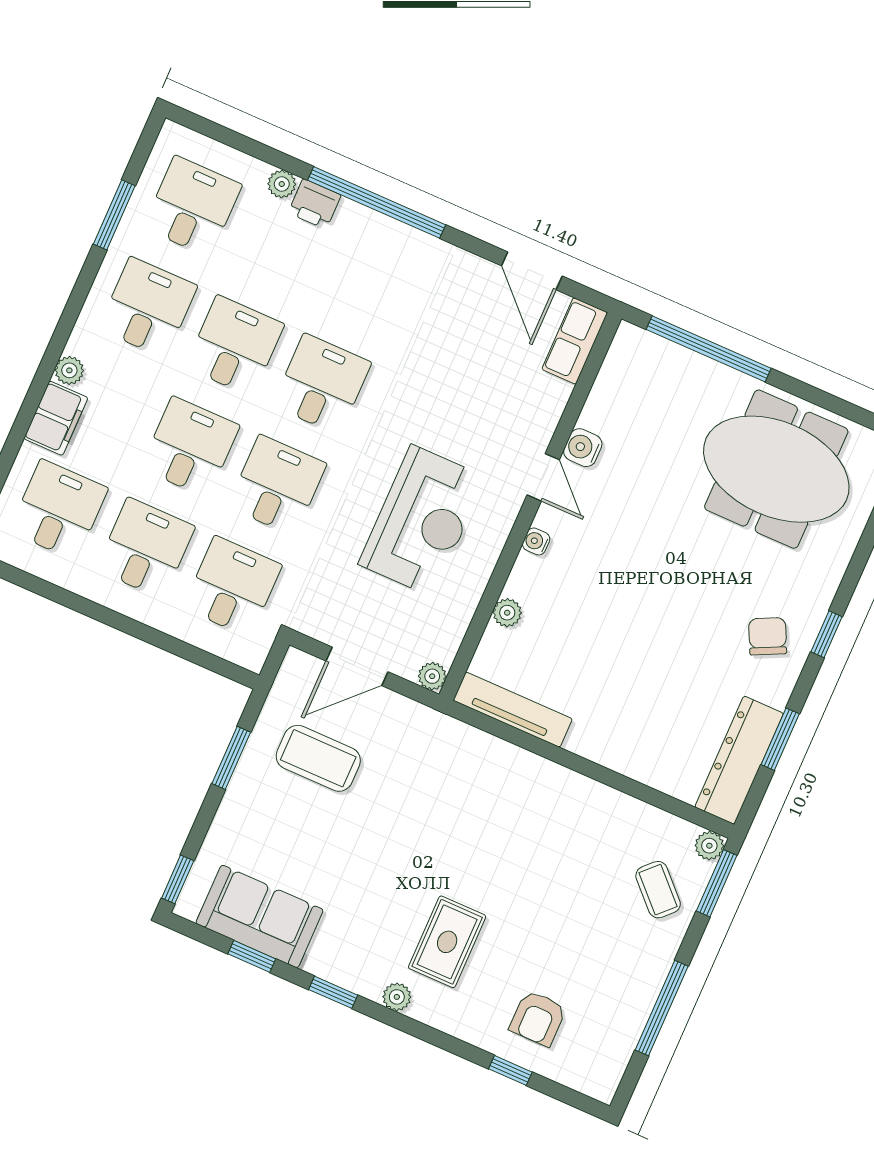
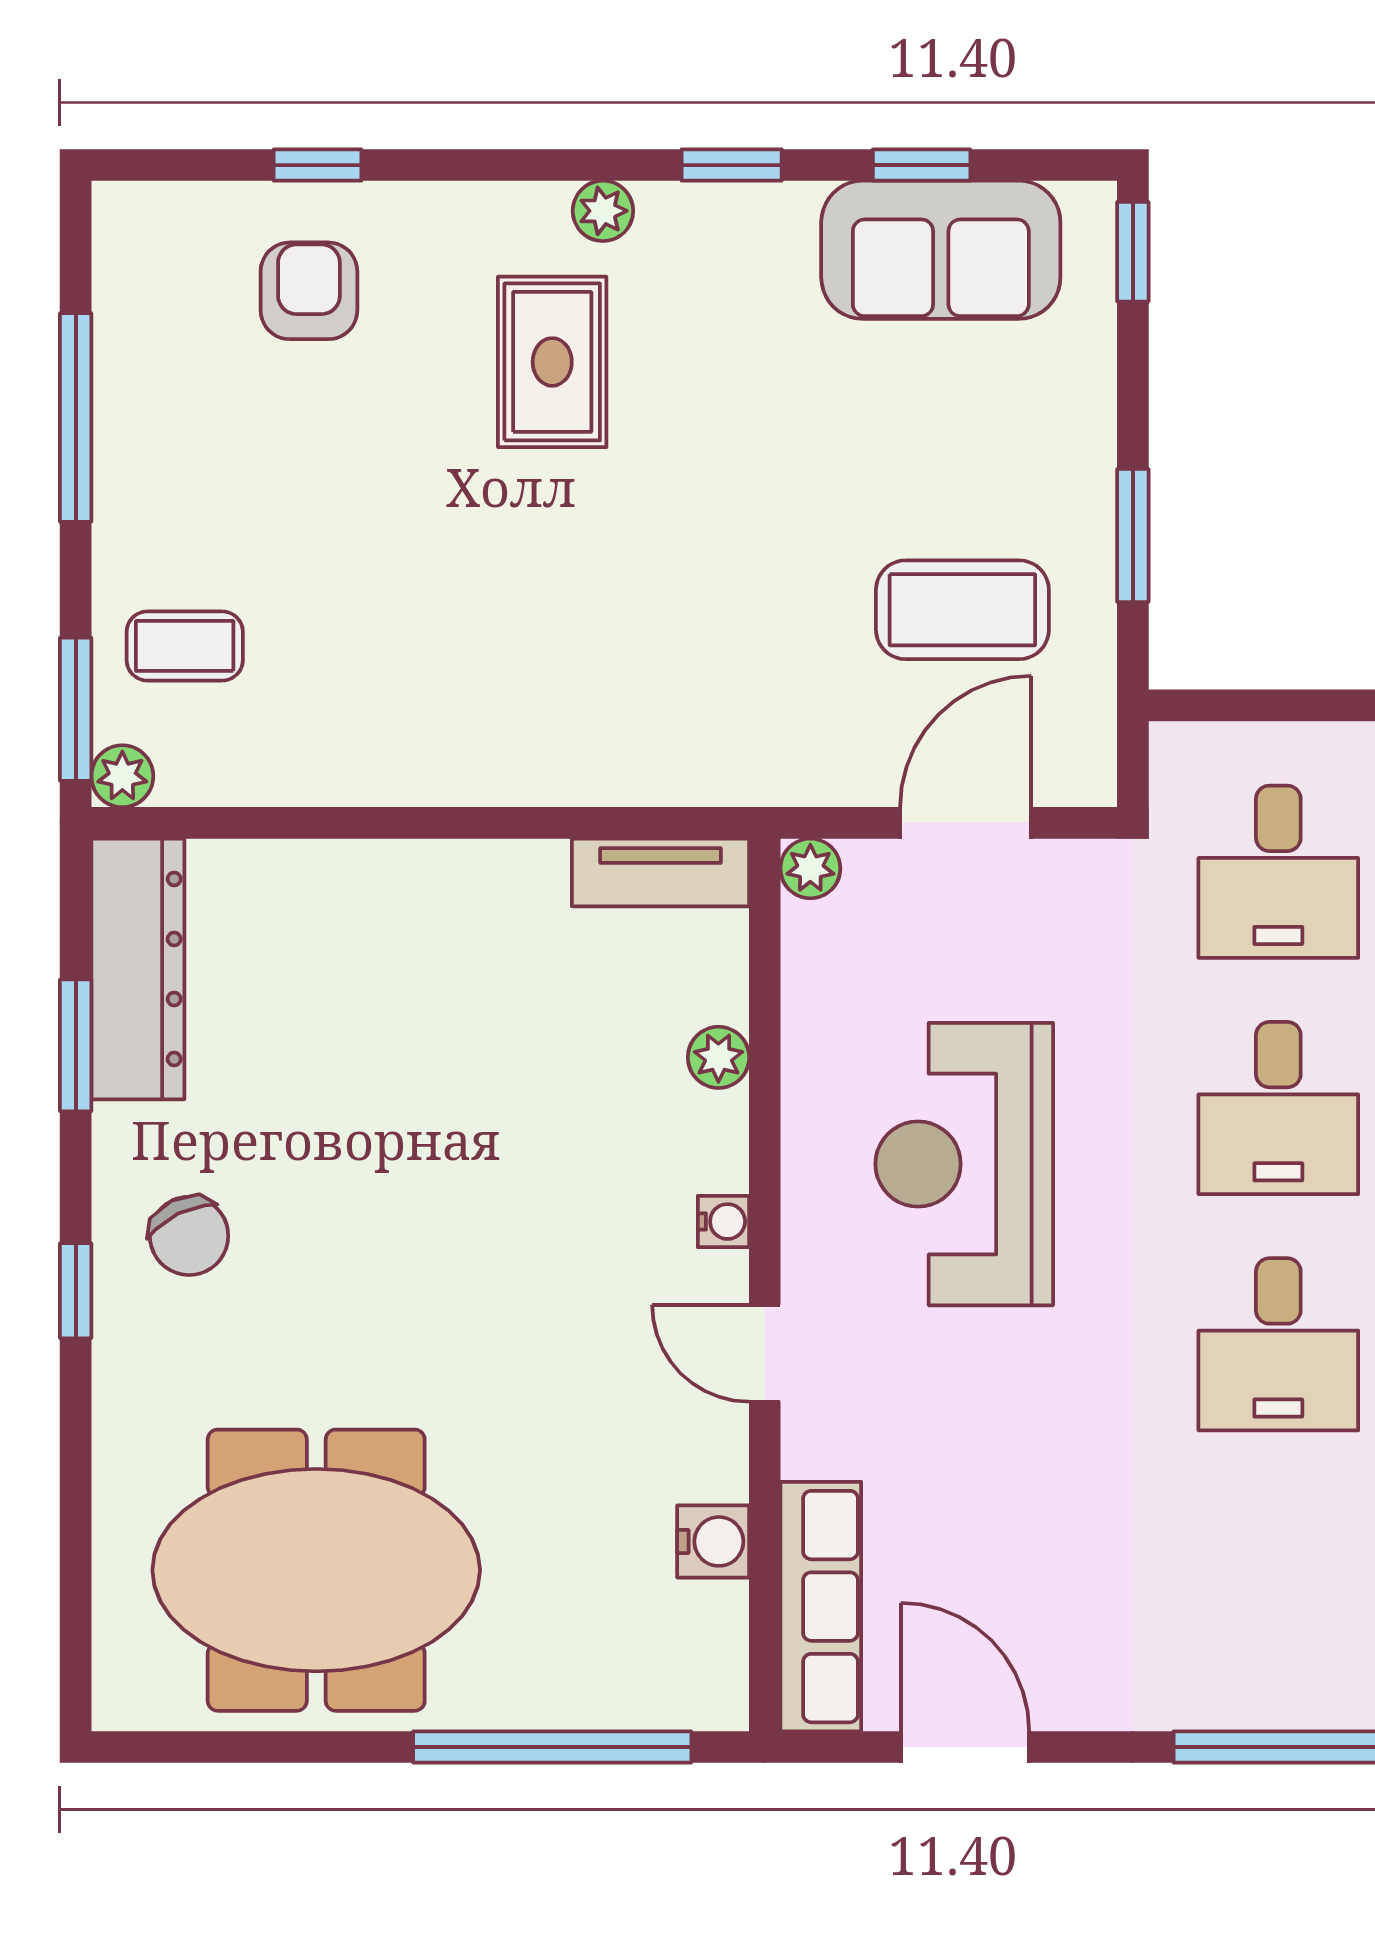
row of seats: (575, 341) -> (821, 1607), width x1.48
water cooler: (583, 448) -> (713, 1541), moved
tv unit: (513, 710) -> (660, 872), width x0.71
coffee table: (658, 890) -> (185, 646), turned -45

